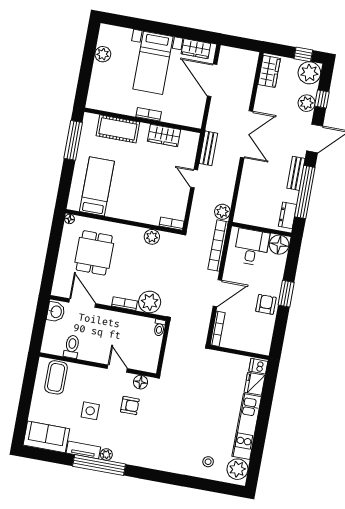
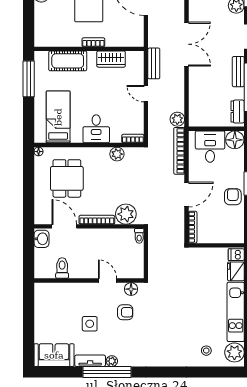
desk: (135, 206) -> (96, 129), added
bookcase: (125, 304) -> (97, 220), width x1.56
coffee table: (56, 377) -> (53, 299), removed

